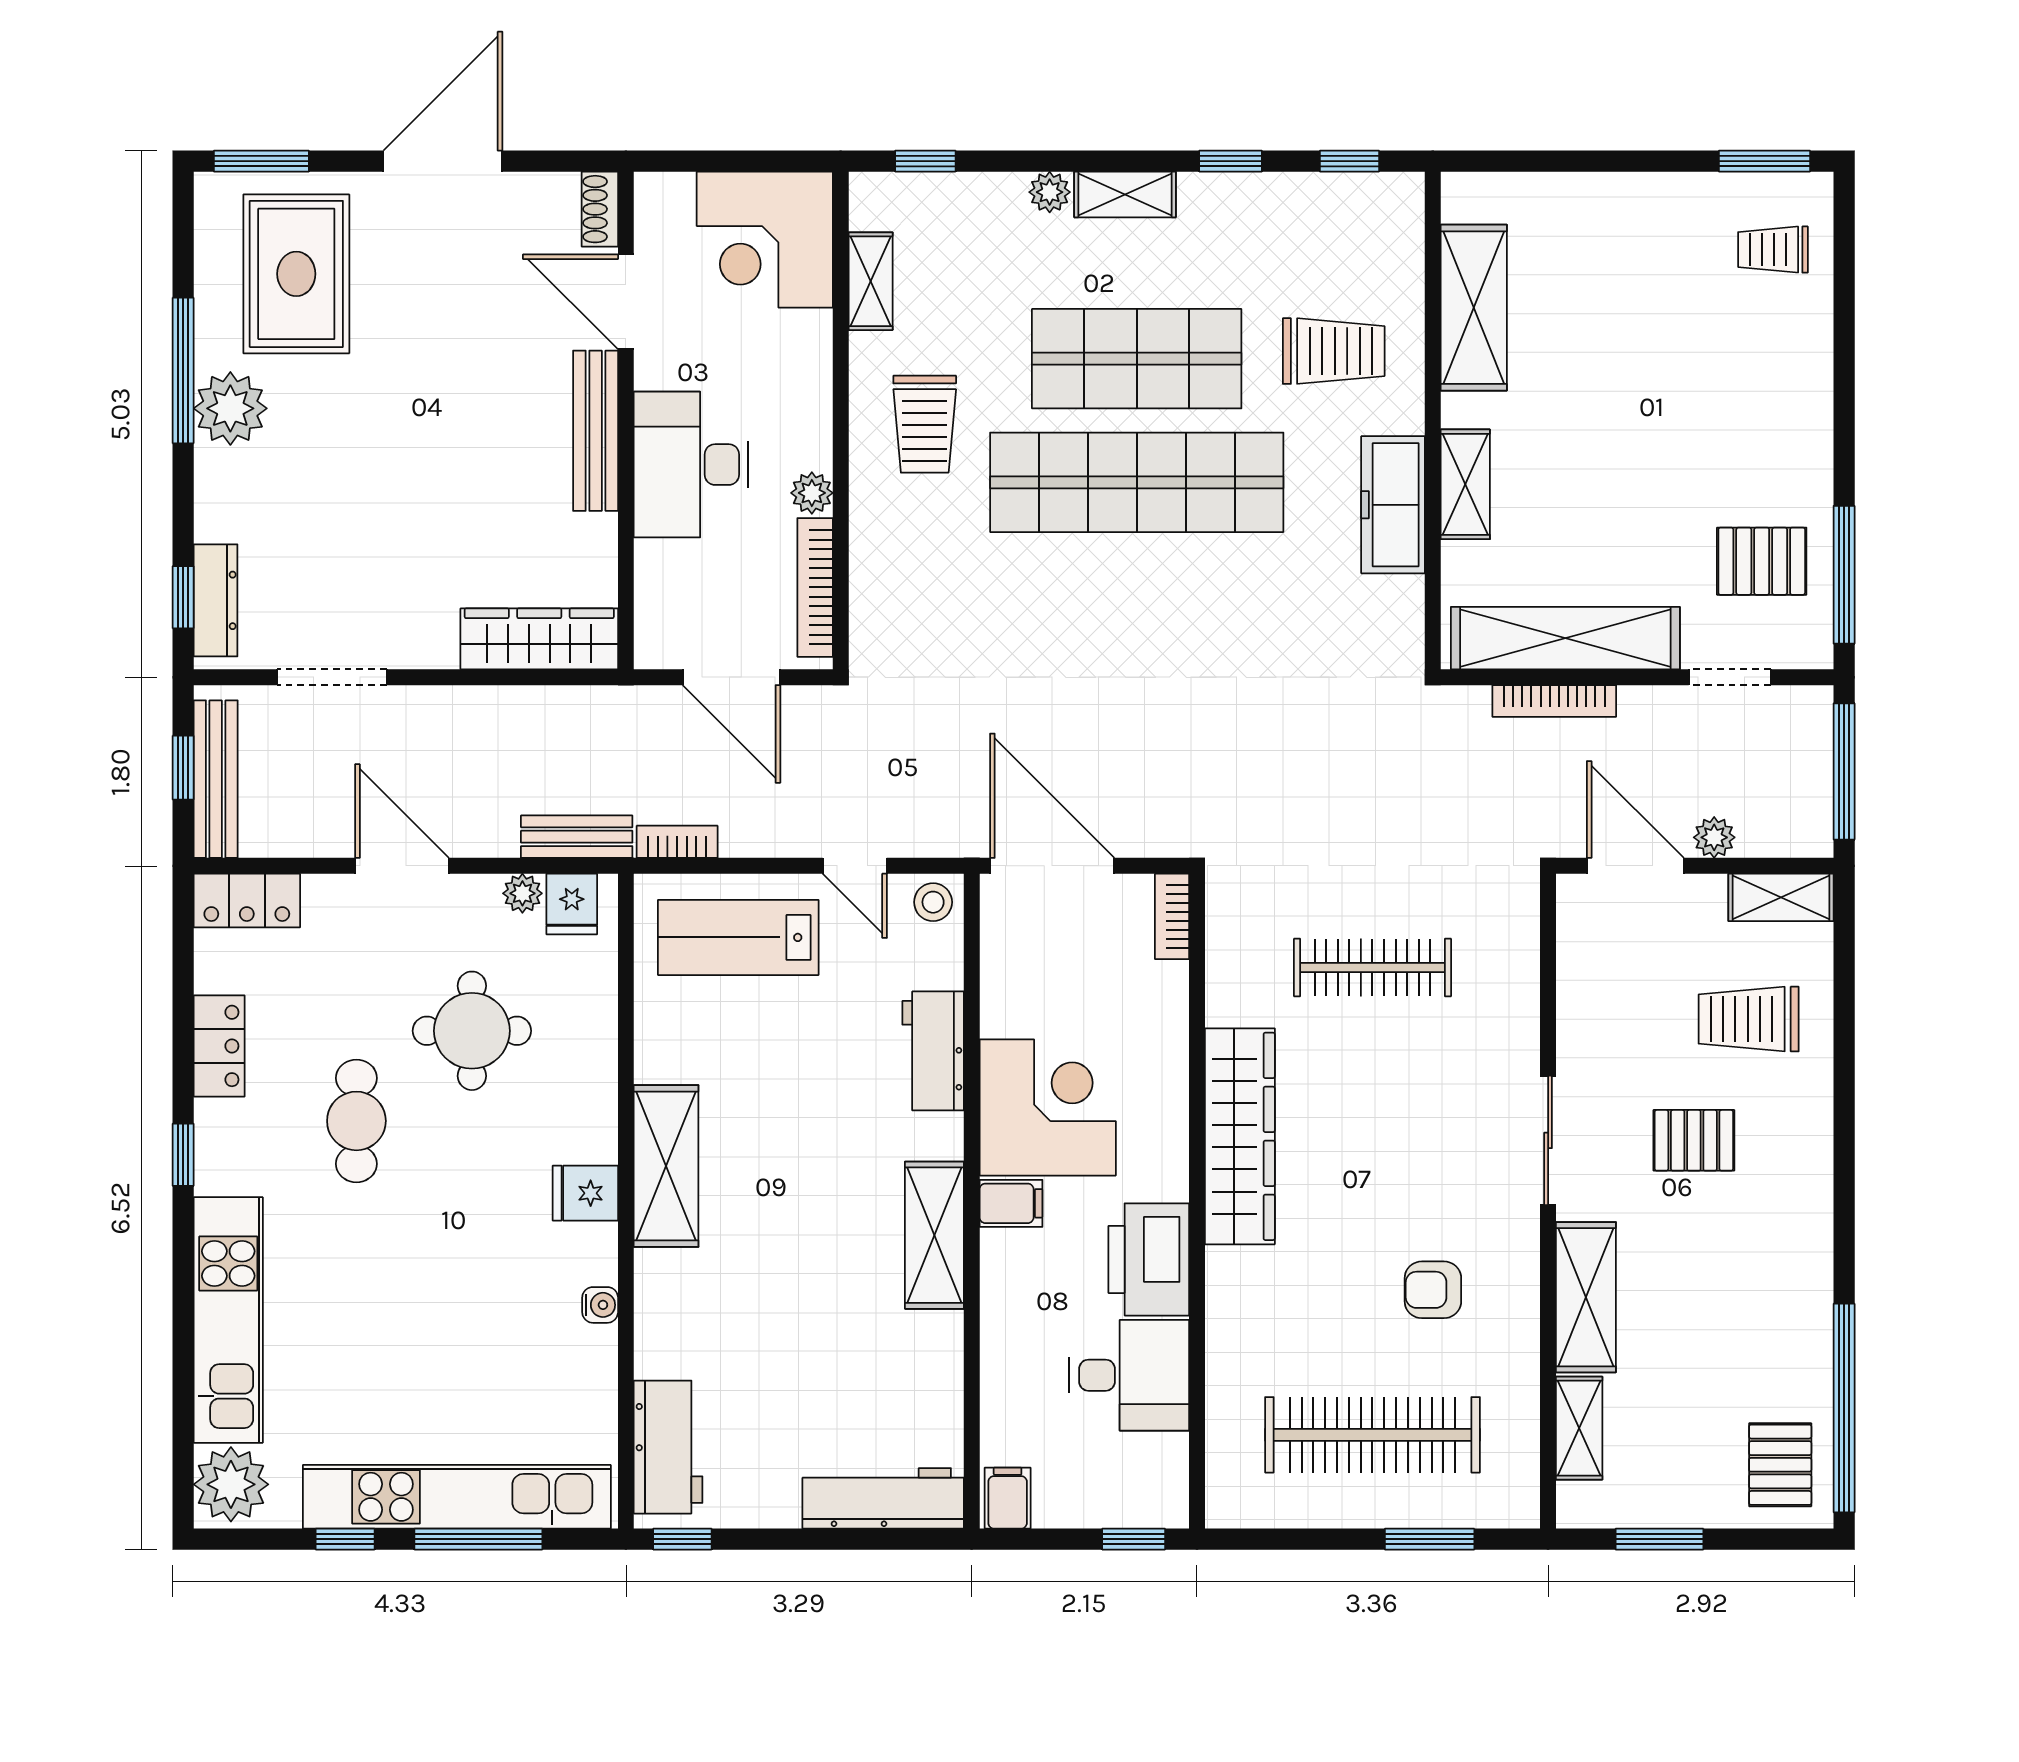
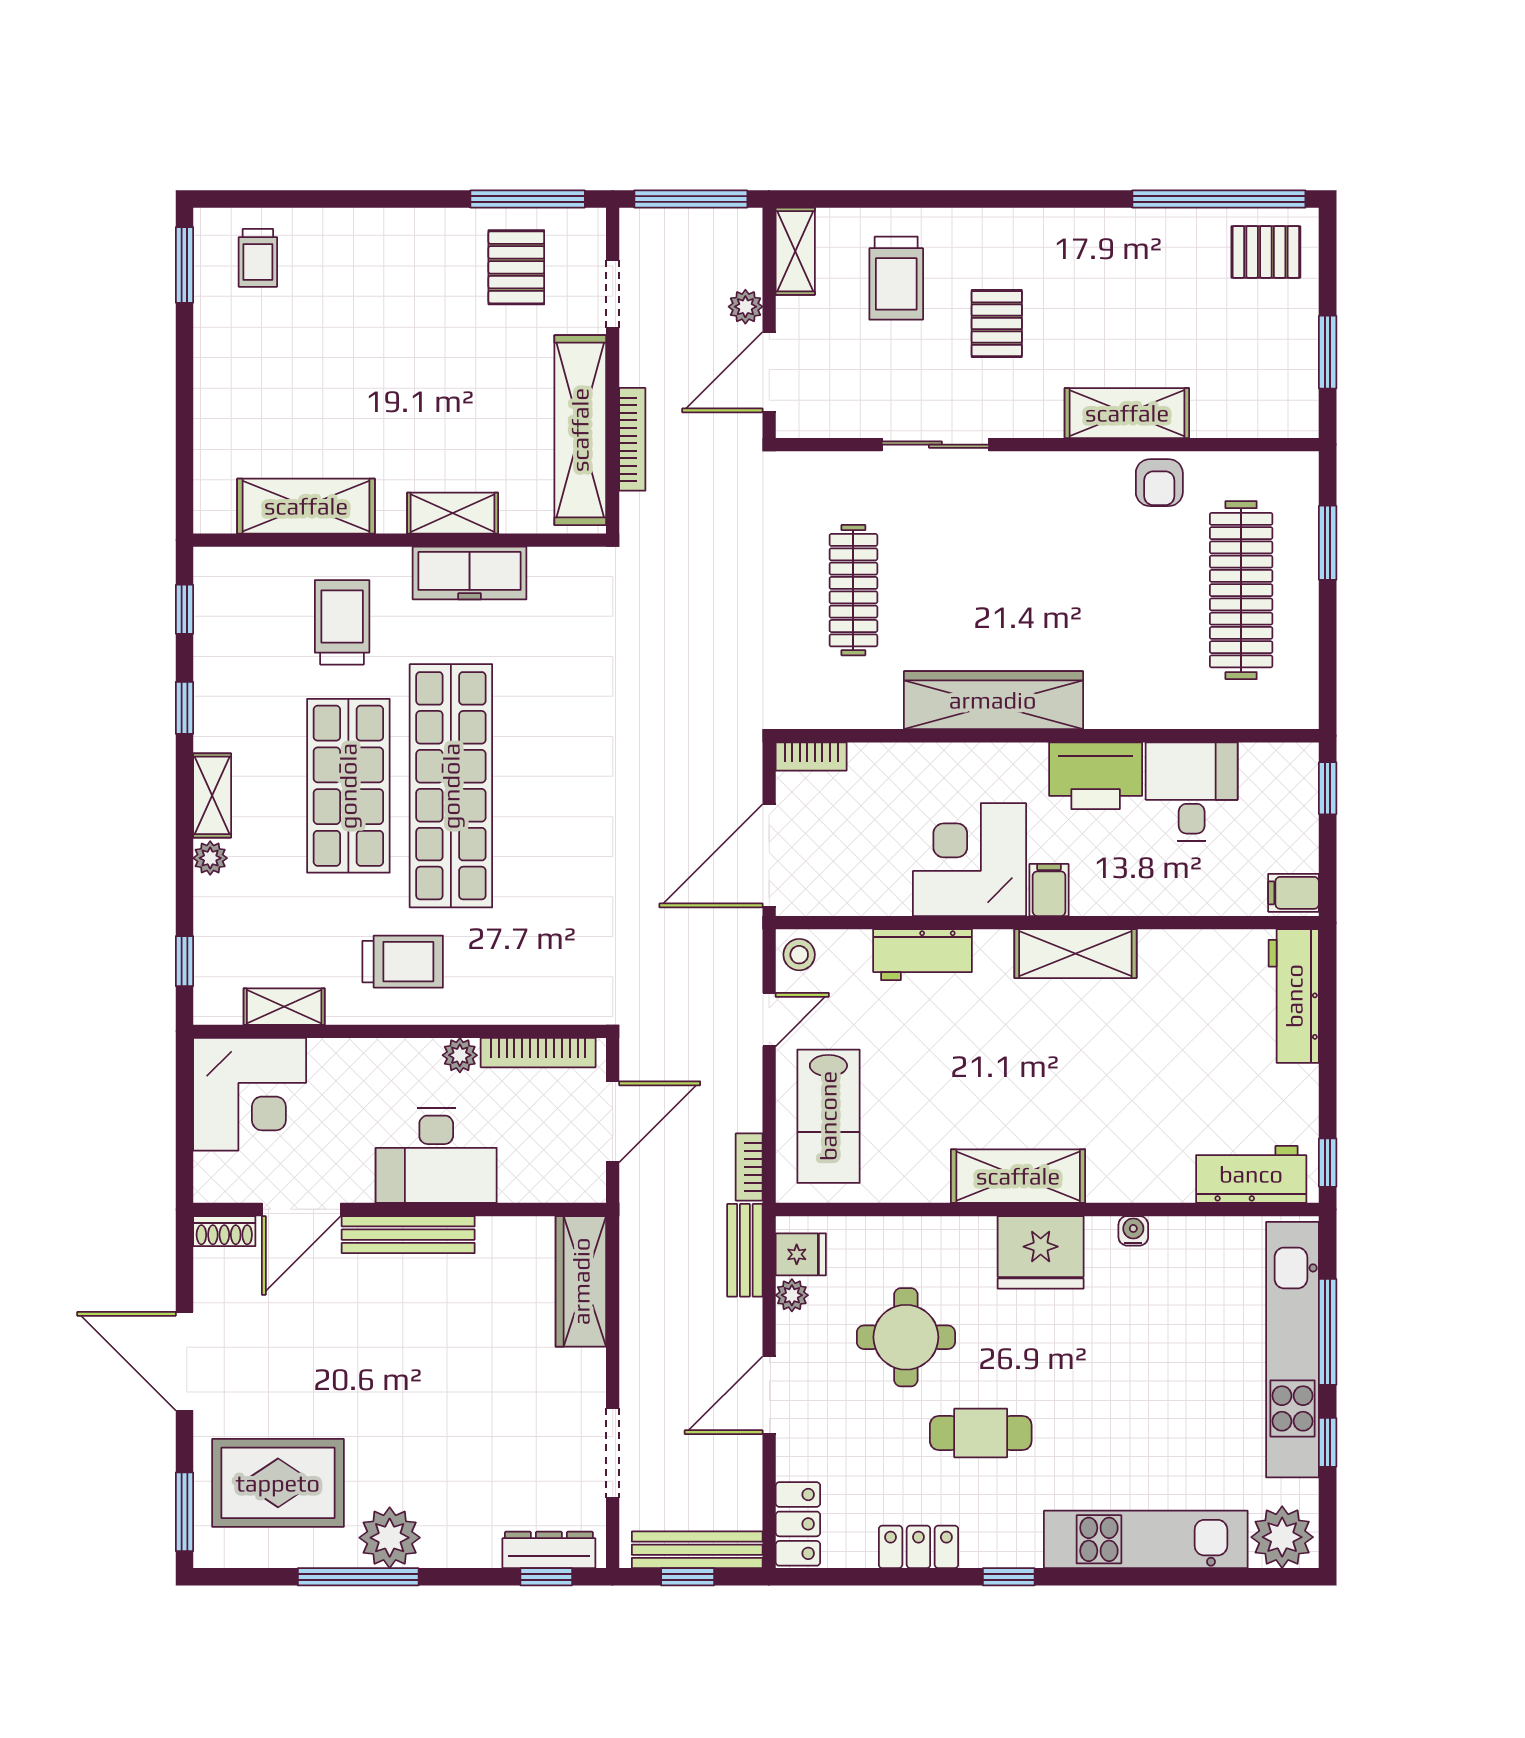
sliding door: (1548, 1140) -> (935, 445), moved
fridge: (585, 1193) -> (1041, 1252), width x1.88, depth x1.34
armchair: (1433, 1290) -> (1159, 483), moved
shelving: (1579, 1428) -> (1236, 419), removed

